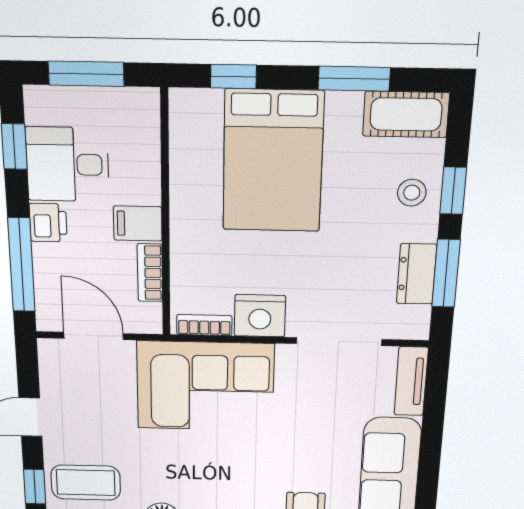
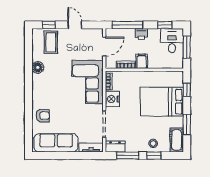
desk: (67, 164) -> (172, 41), moved
dresser: (417, 274) -> (115, 147), moved

